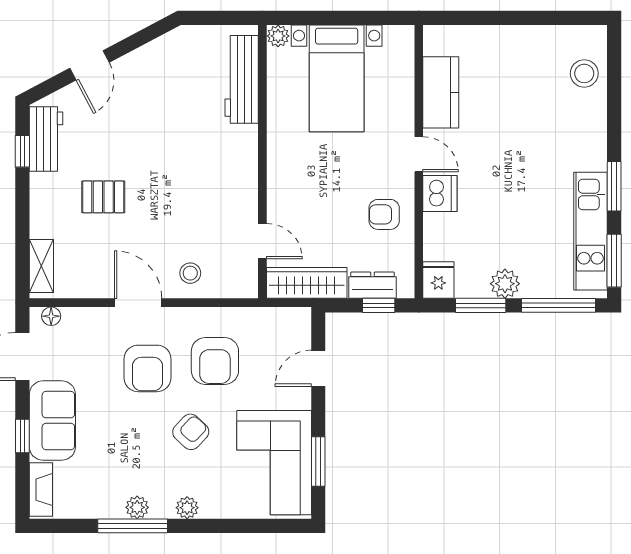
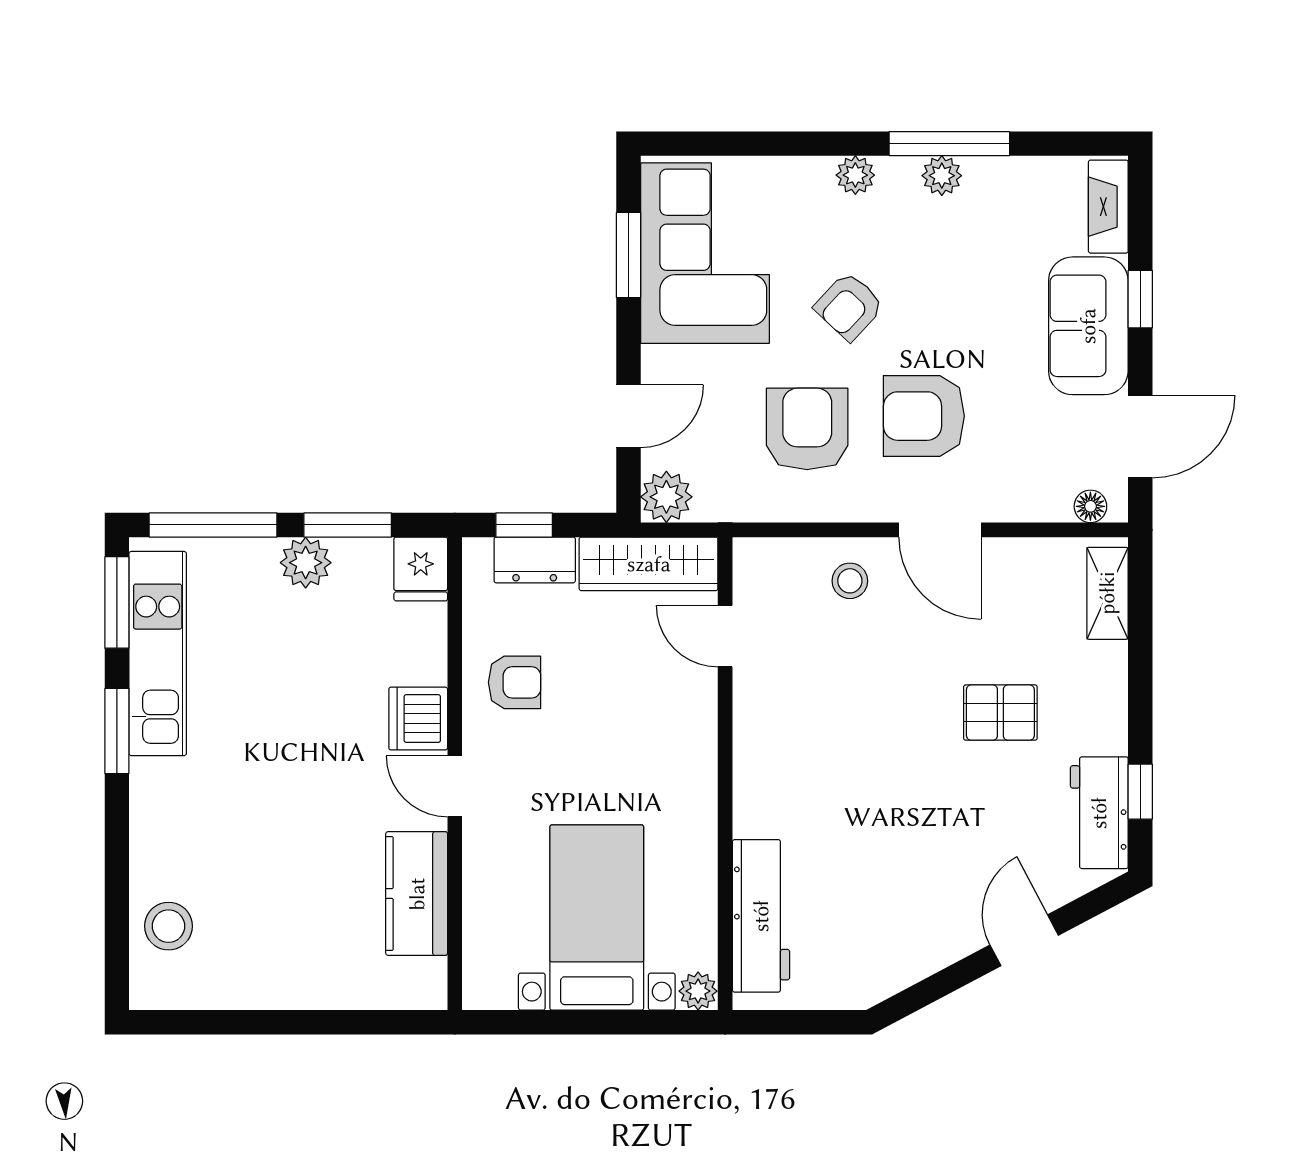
plant: (296, 322) -> (666, 497), added
armchair: (148, 368) -> (924, 416), turned -90

